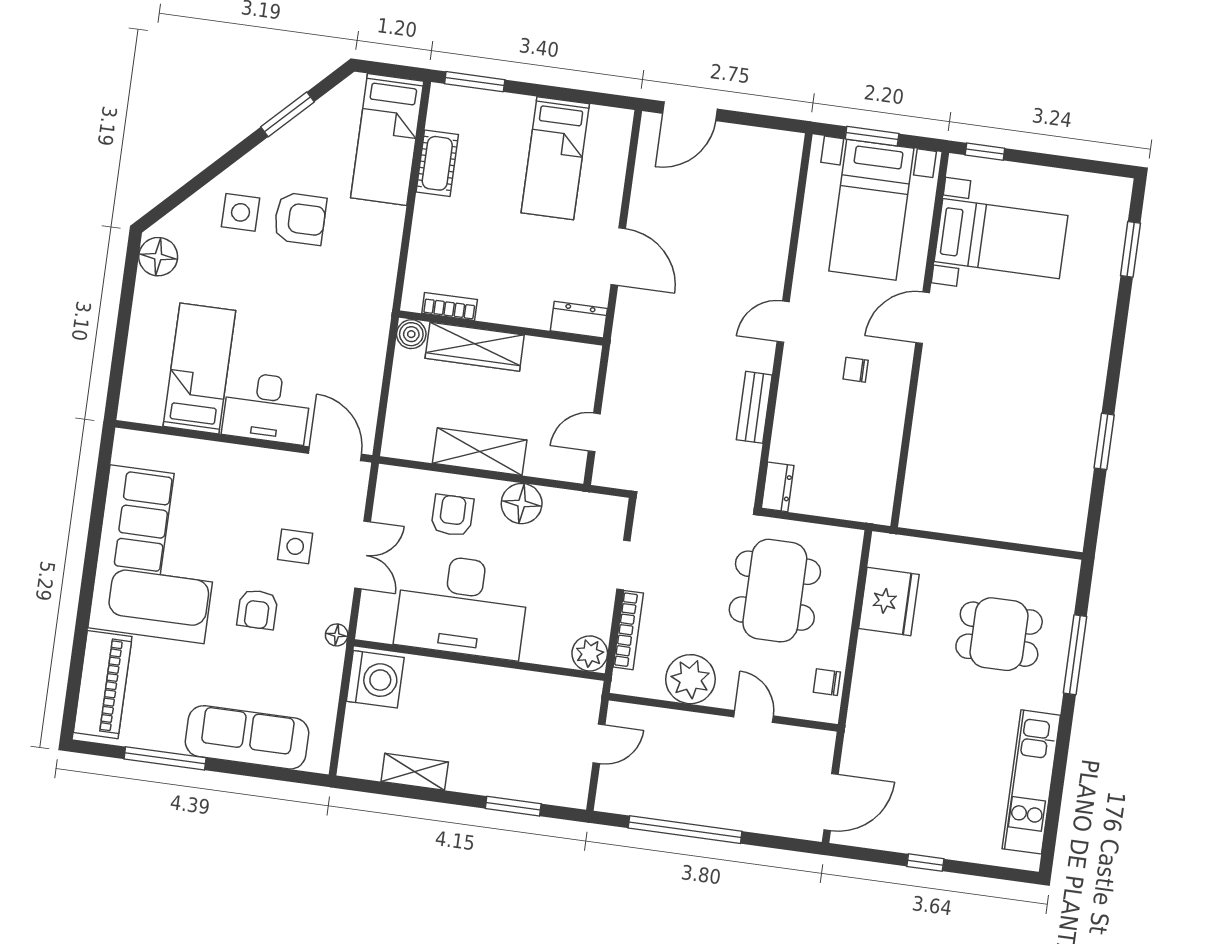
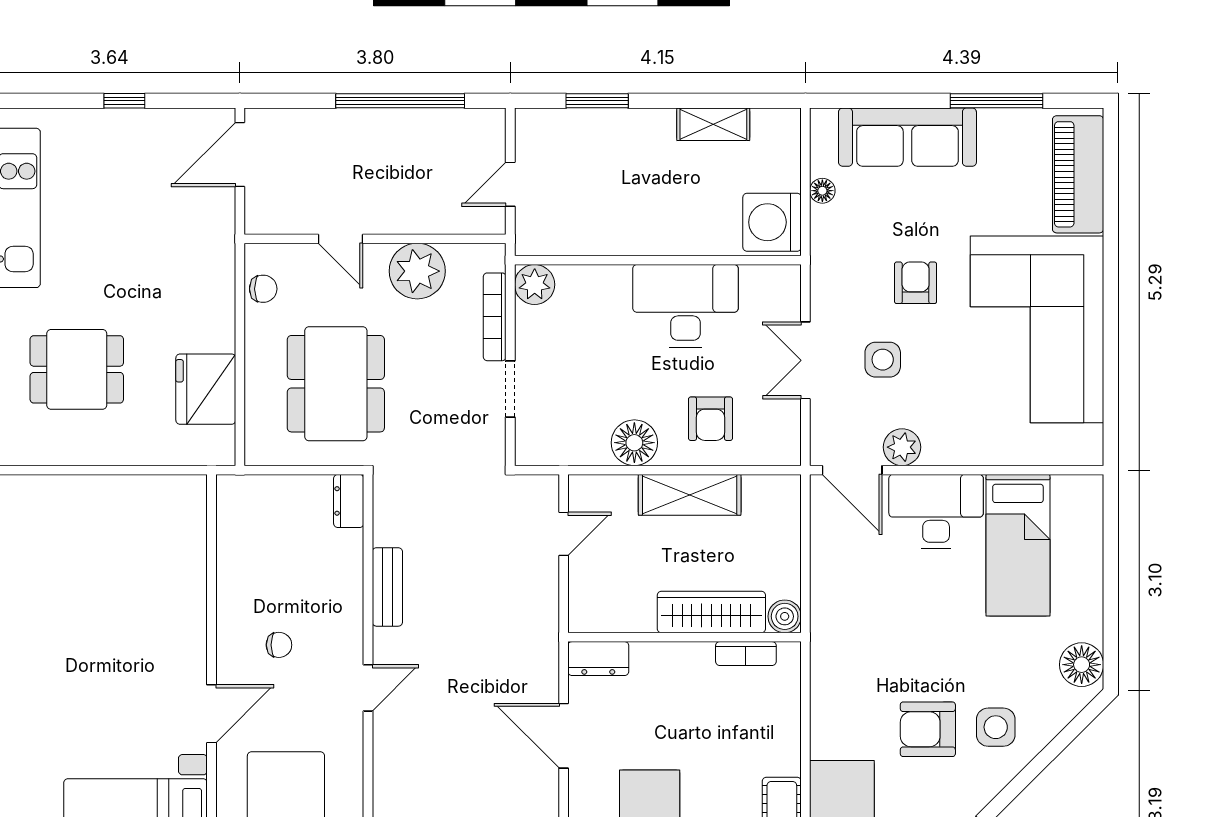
plant: (289, 468) -> (902, 447), added
desk: (462, 606) -> (685, 306), width x0.73, depth x0.77
floor lamp: (337, 635) -> (822, 191), moved

